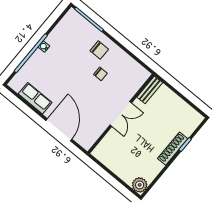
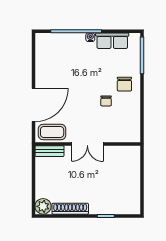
bench: (150, 90) -> (50, 151), moved
row of seats: (35, 98) -> (112, 41), moved, turned 90
coffee table: (90, 133) -> (52, 132), added
shoe rack: (173, 149) -> (70, 209), moved

